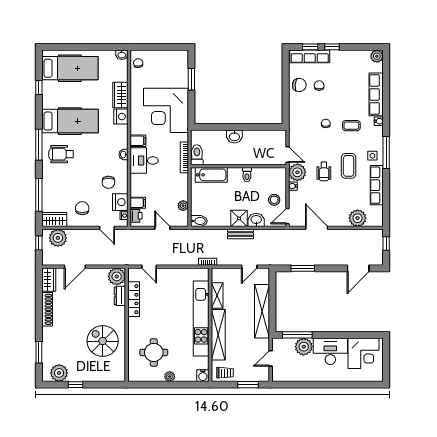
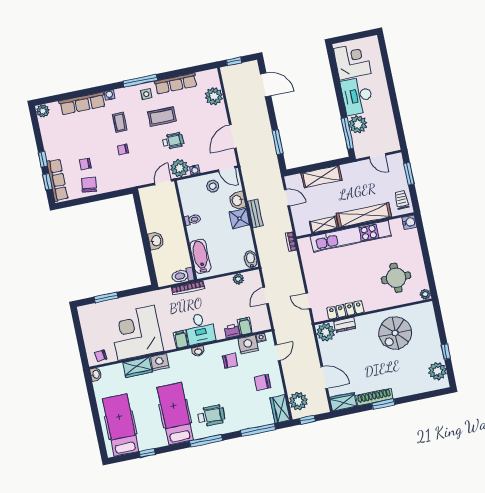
corner desk: (166, 110) -> (136, 333), moved, turned 180
wheelchair: (61, 154) -> (211, 416), turned -90
printer: (136, 216) -> (232, 331), moved
door: (149, 267) -> (308, 301), swing flipped
shelving: (262, 311) -> (322, 177), width x0.68
window: (39, 352) -> (383, 404), moved
plant: (170, 376) -> (425, 294), moved

